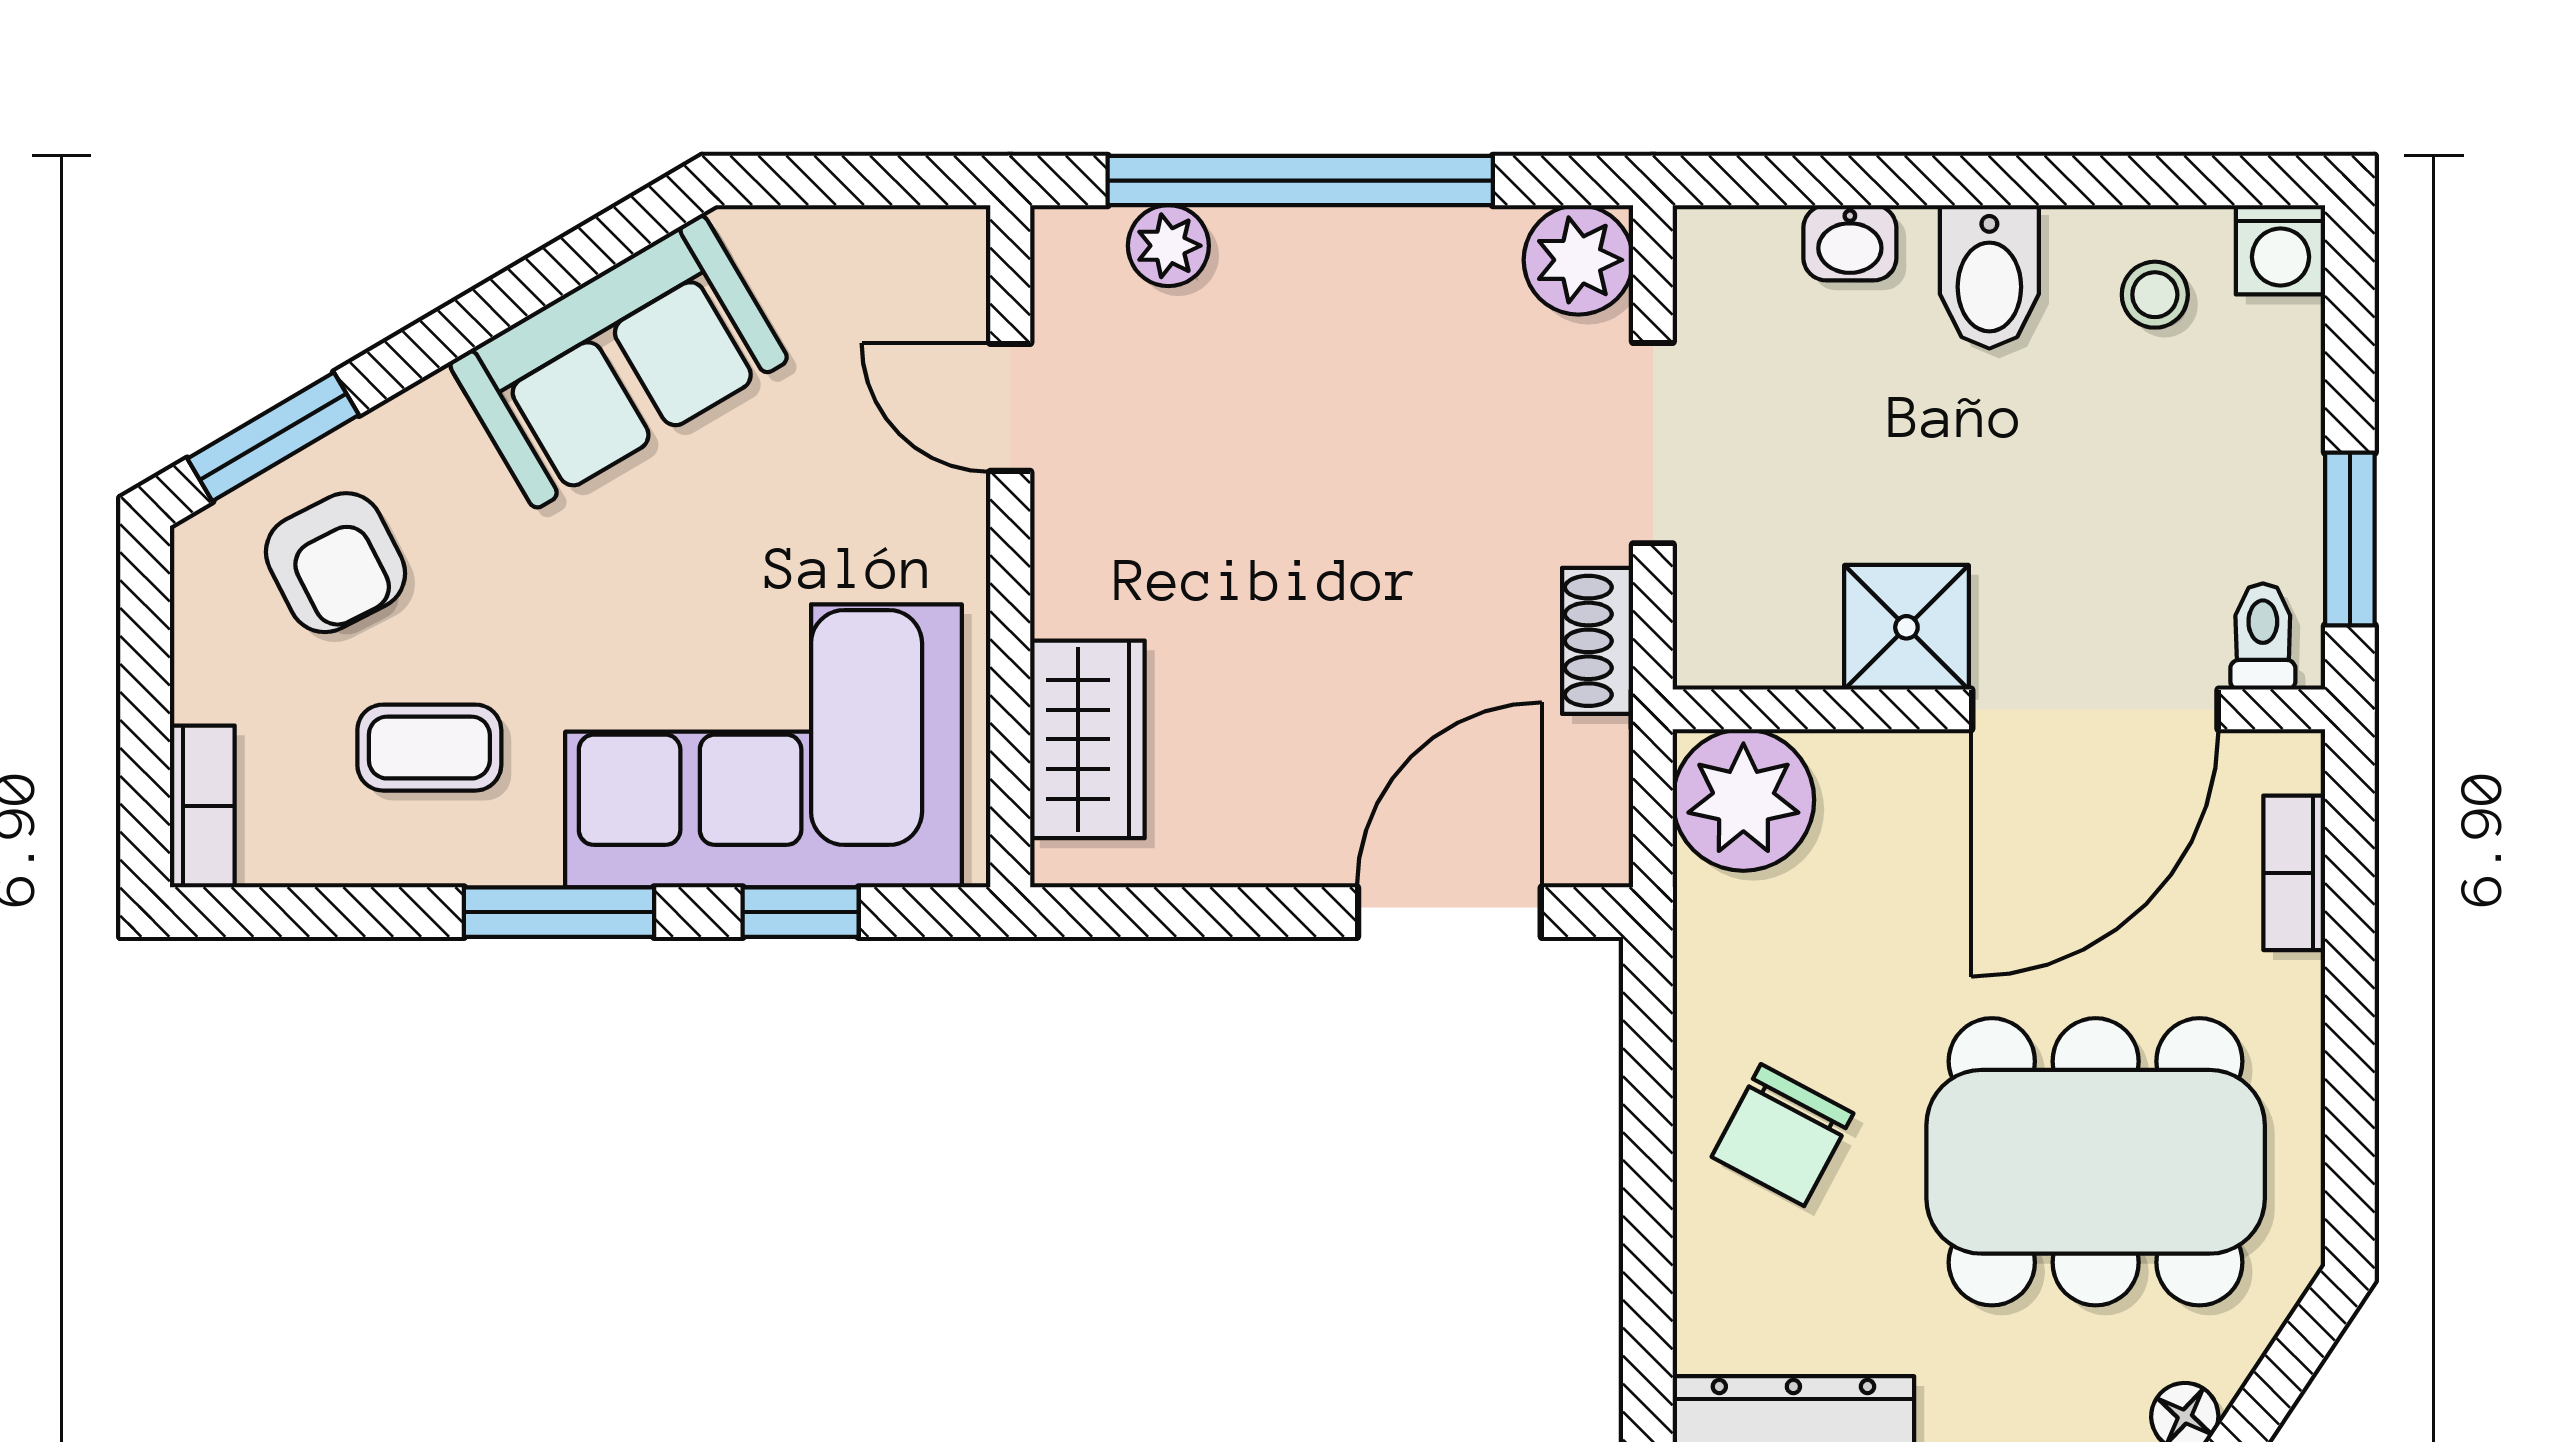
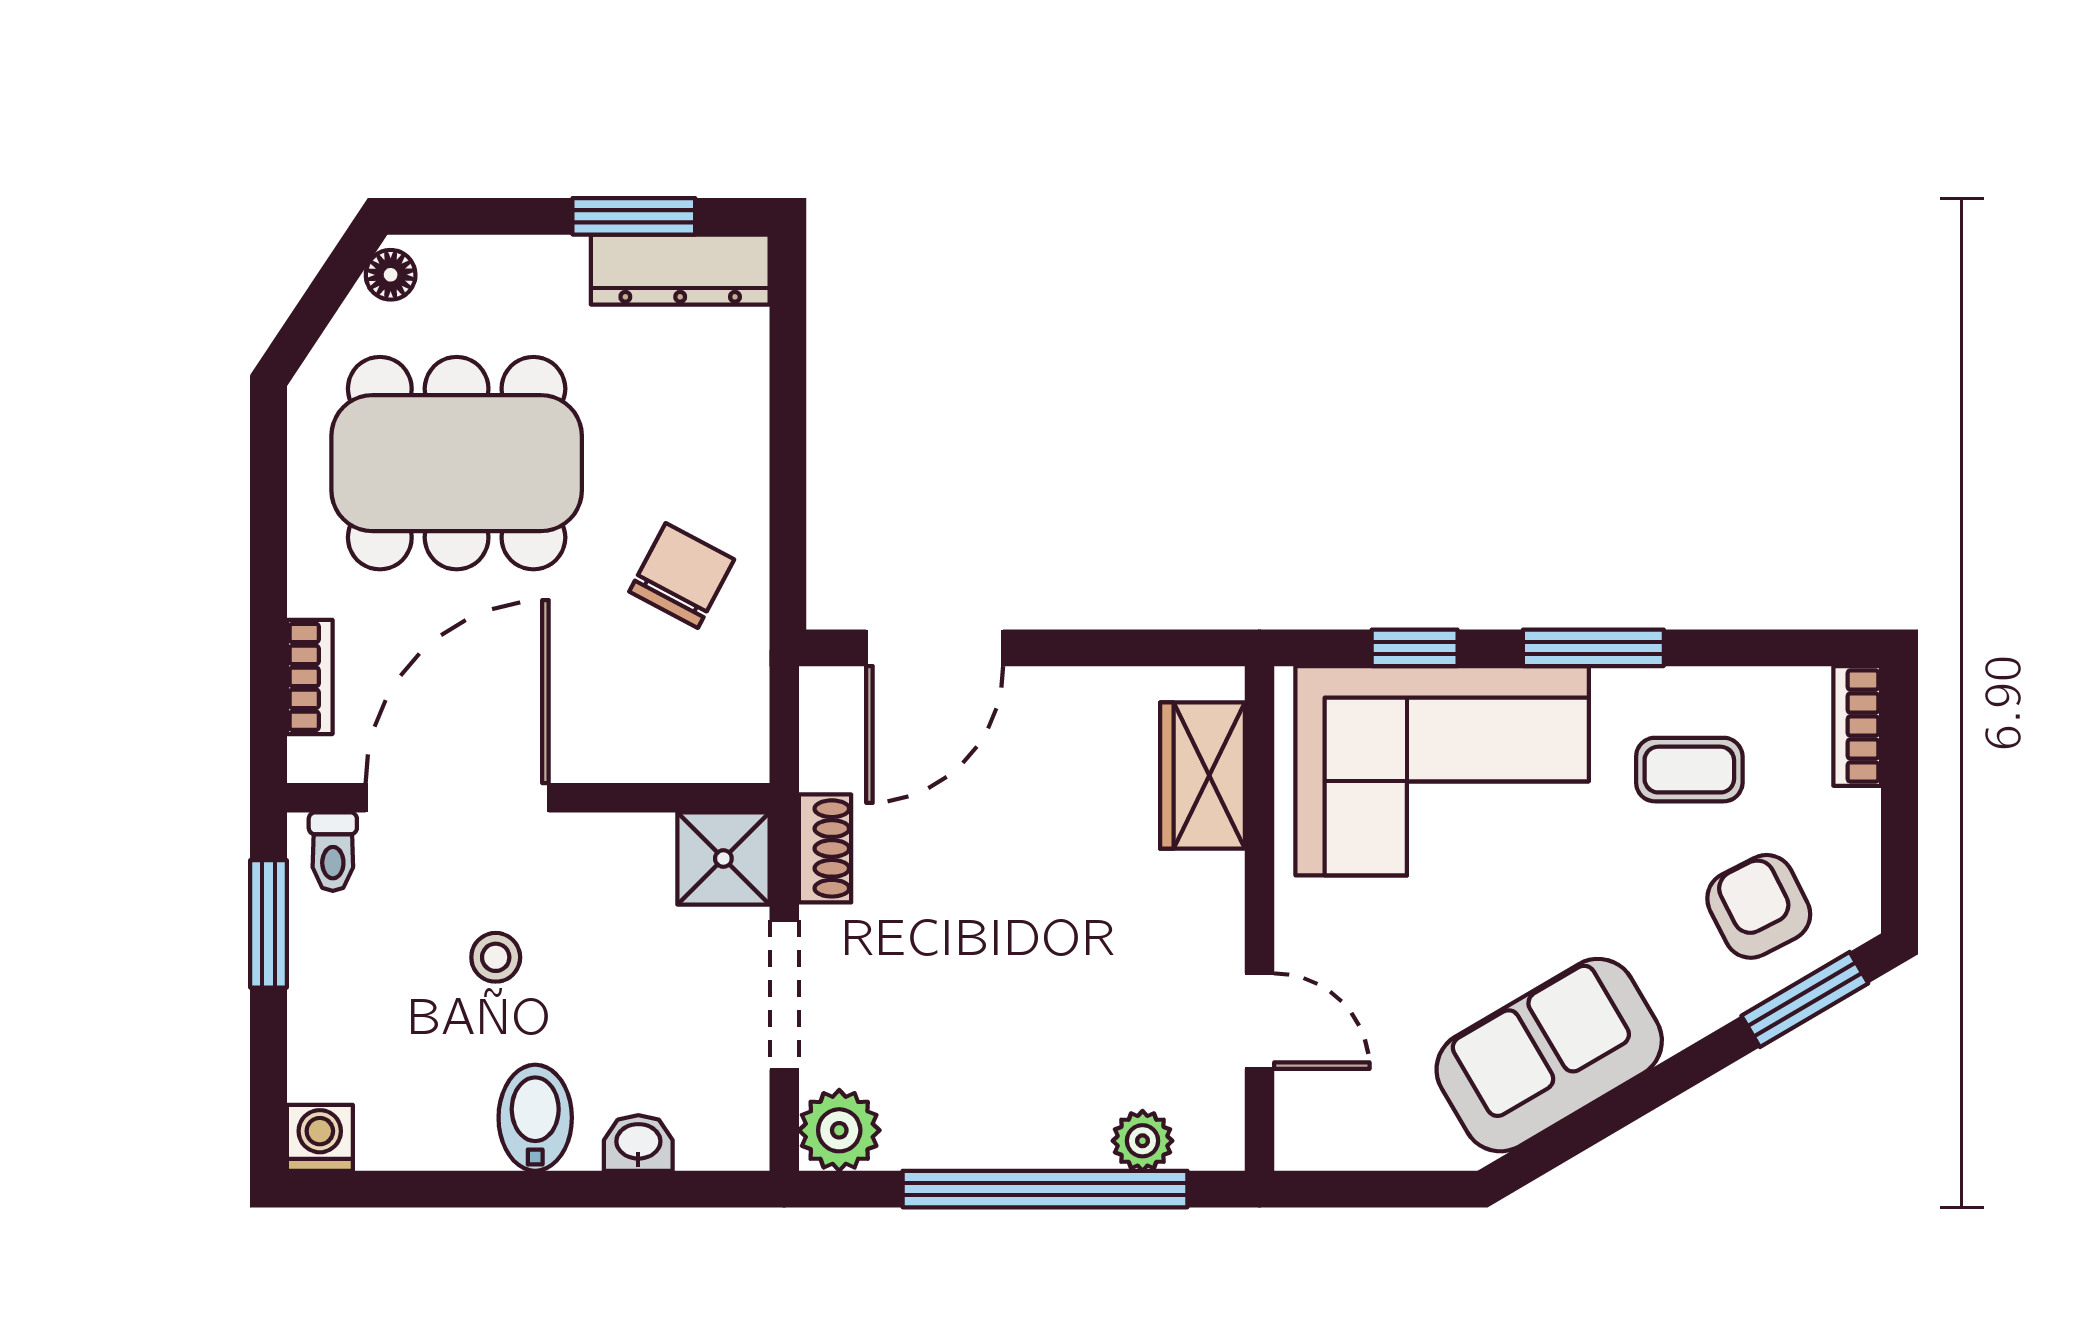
stool: (2155, 295) -> (496, 957), moved
shower: (1906, 627) -> (723, 859), moved
plant: (1743, 800) -> (717, 731), removed
chair: (1783, 1135) -> (682, 575), moved

